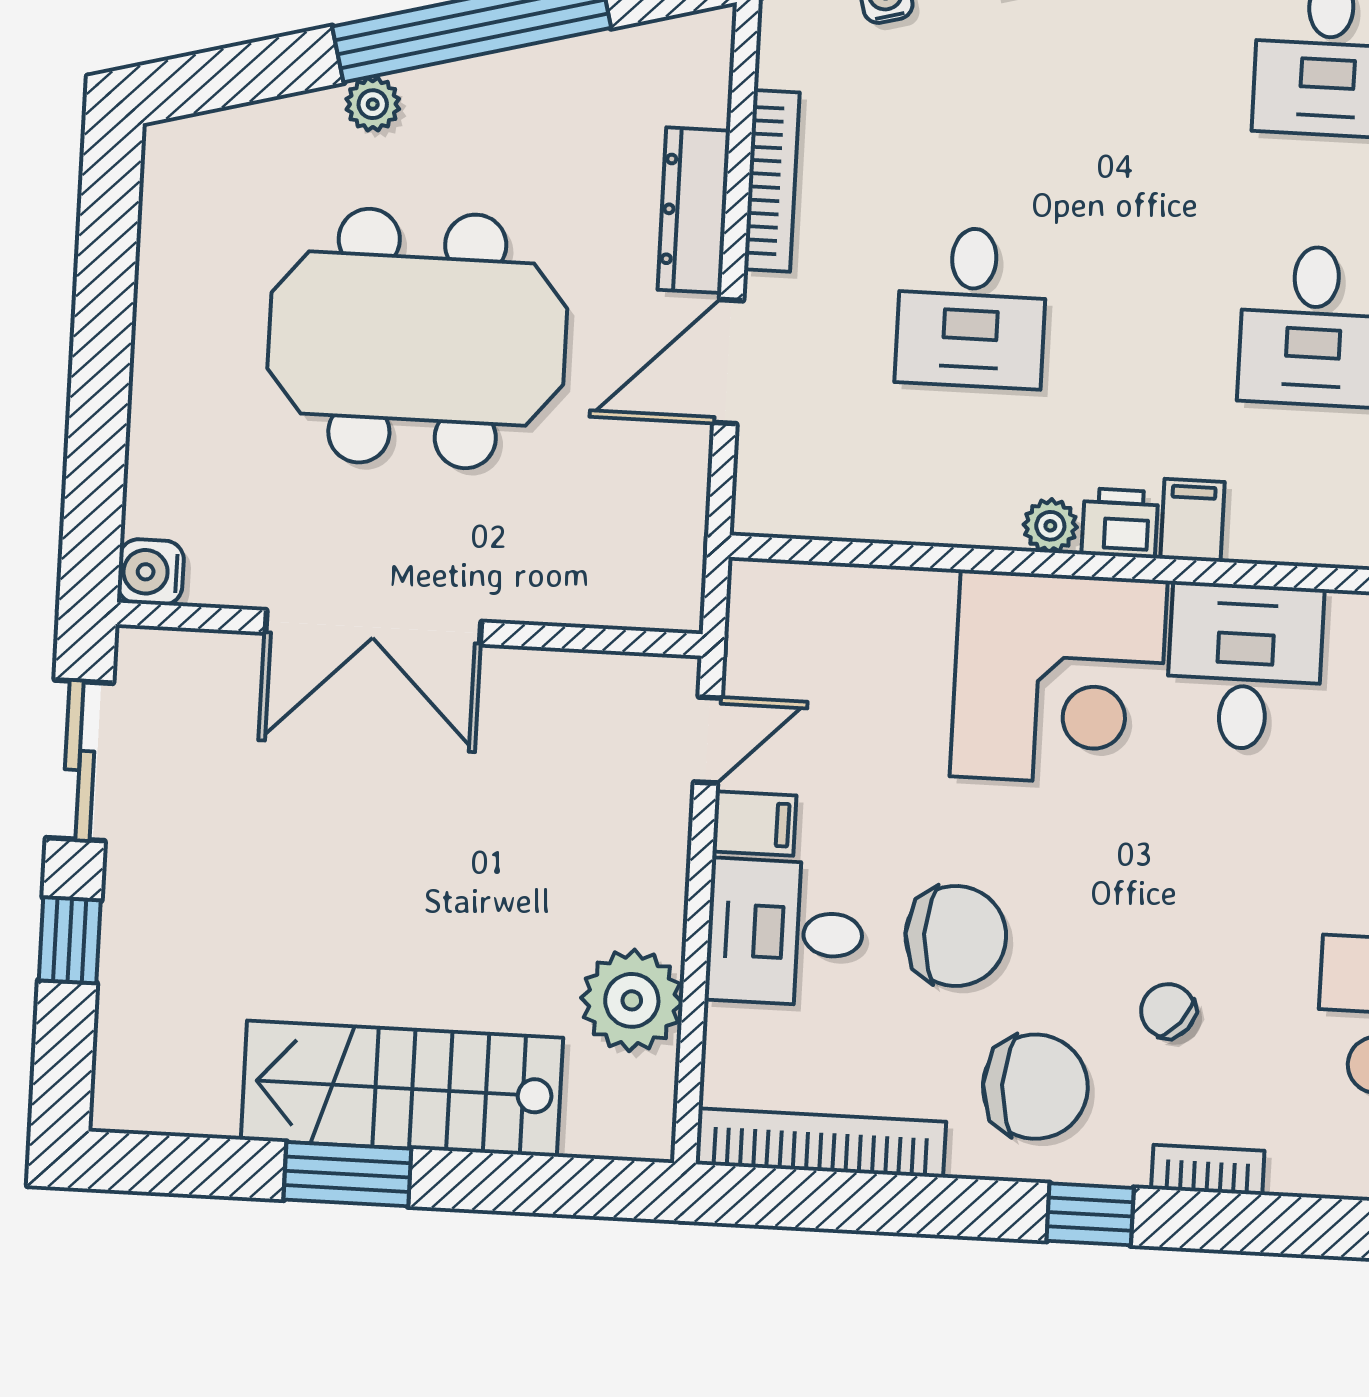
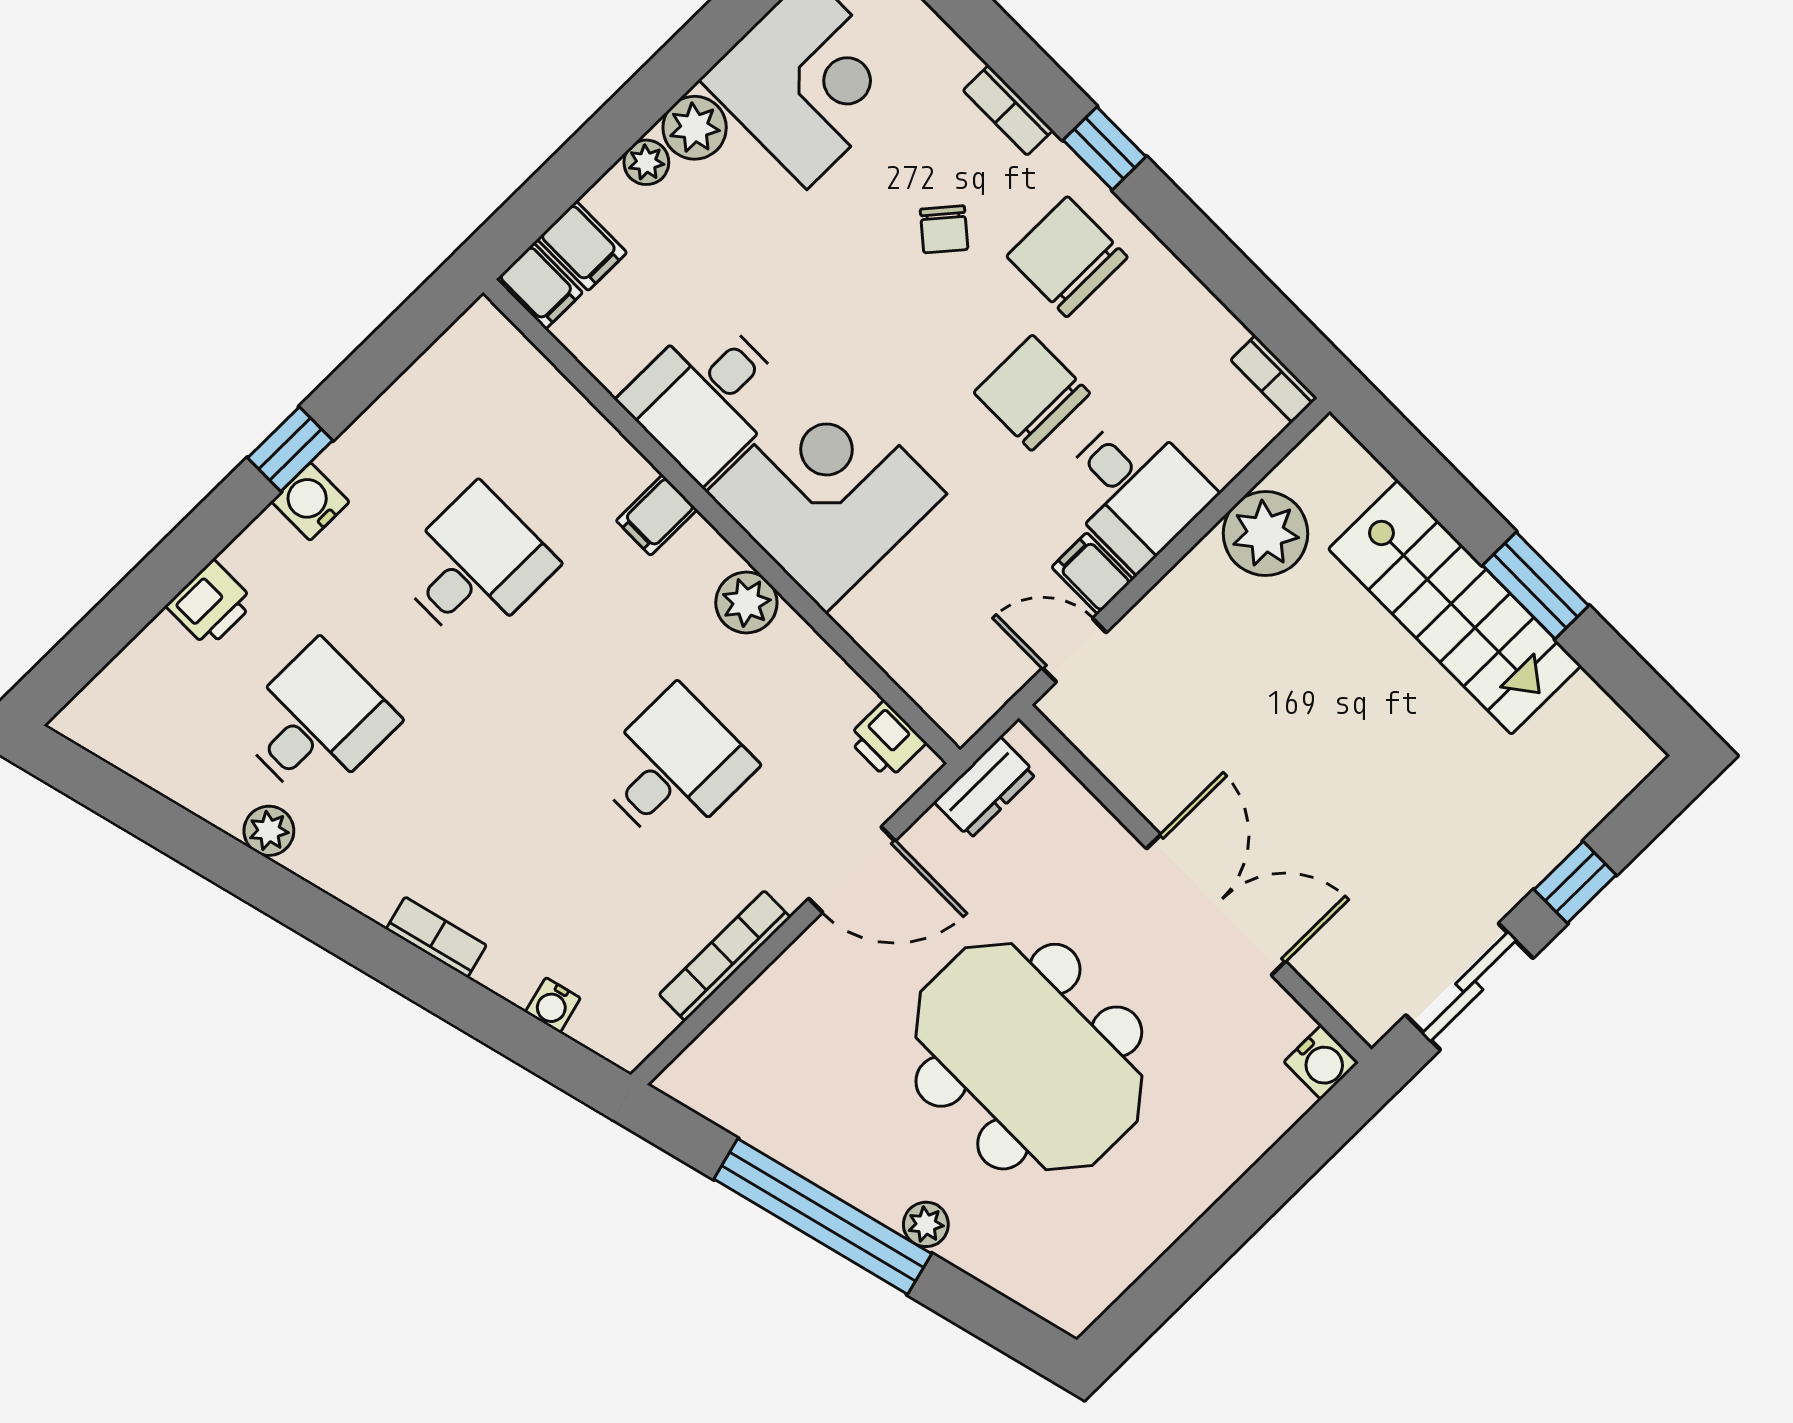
dresser: (694, 210) -> (985, 788), moved, width x0.70
printer: (1120, 523) -> (886, 740), moved
plant: (1050, 526) -> (746, 602), width x1.38, depth x1.38
bookcase: (821, 1143) -> (1274, 379), width x0.43, depth x0.76

